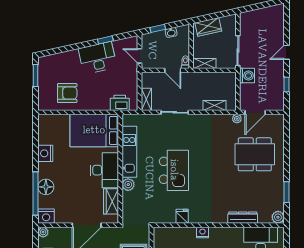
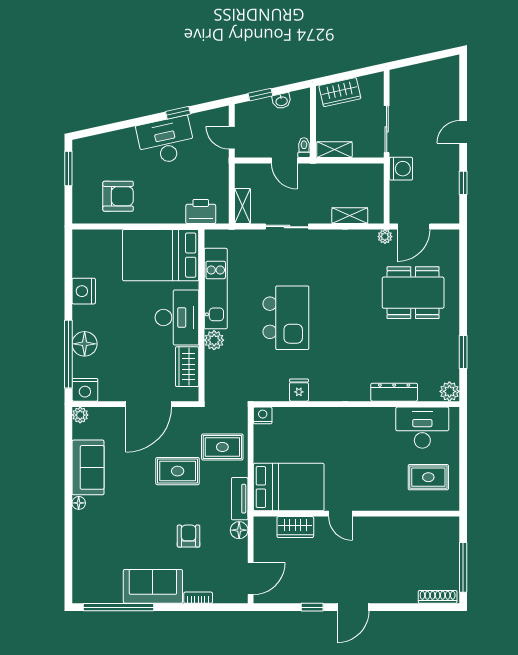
nightstand: (202, 232) -> (263, 415), moved

